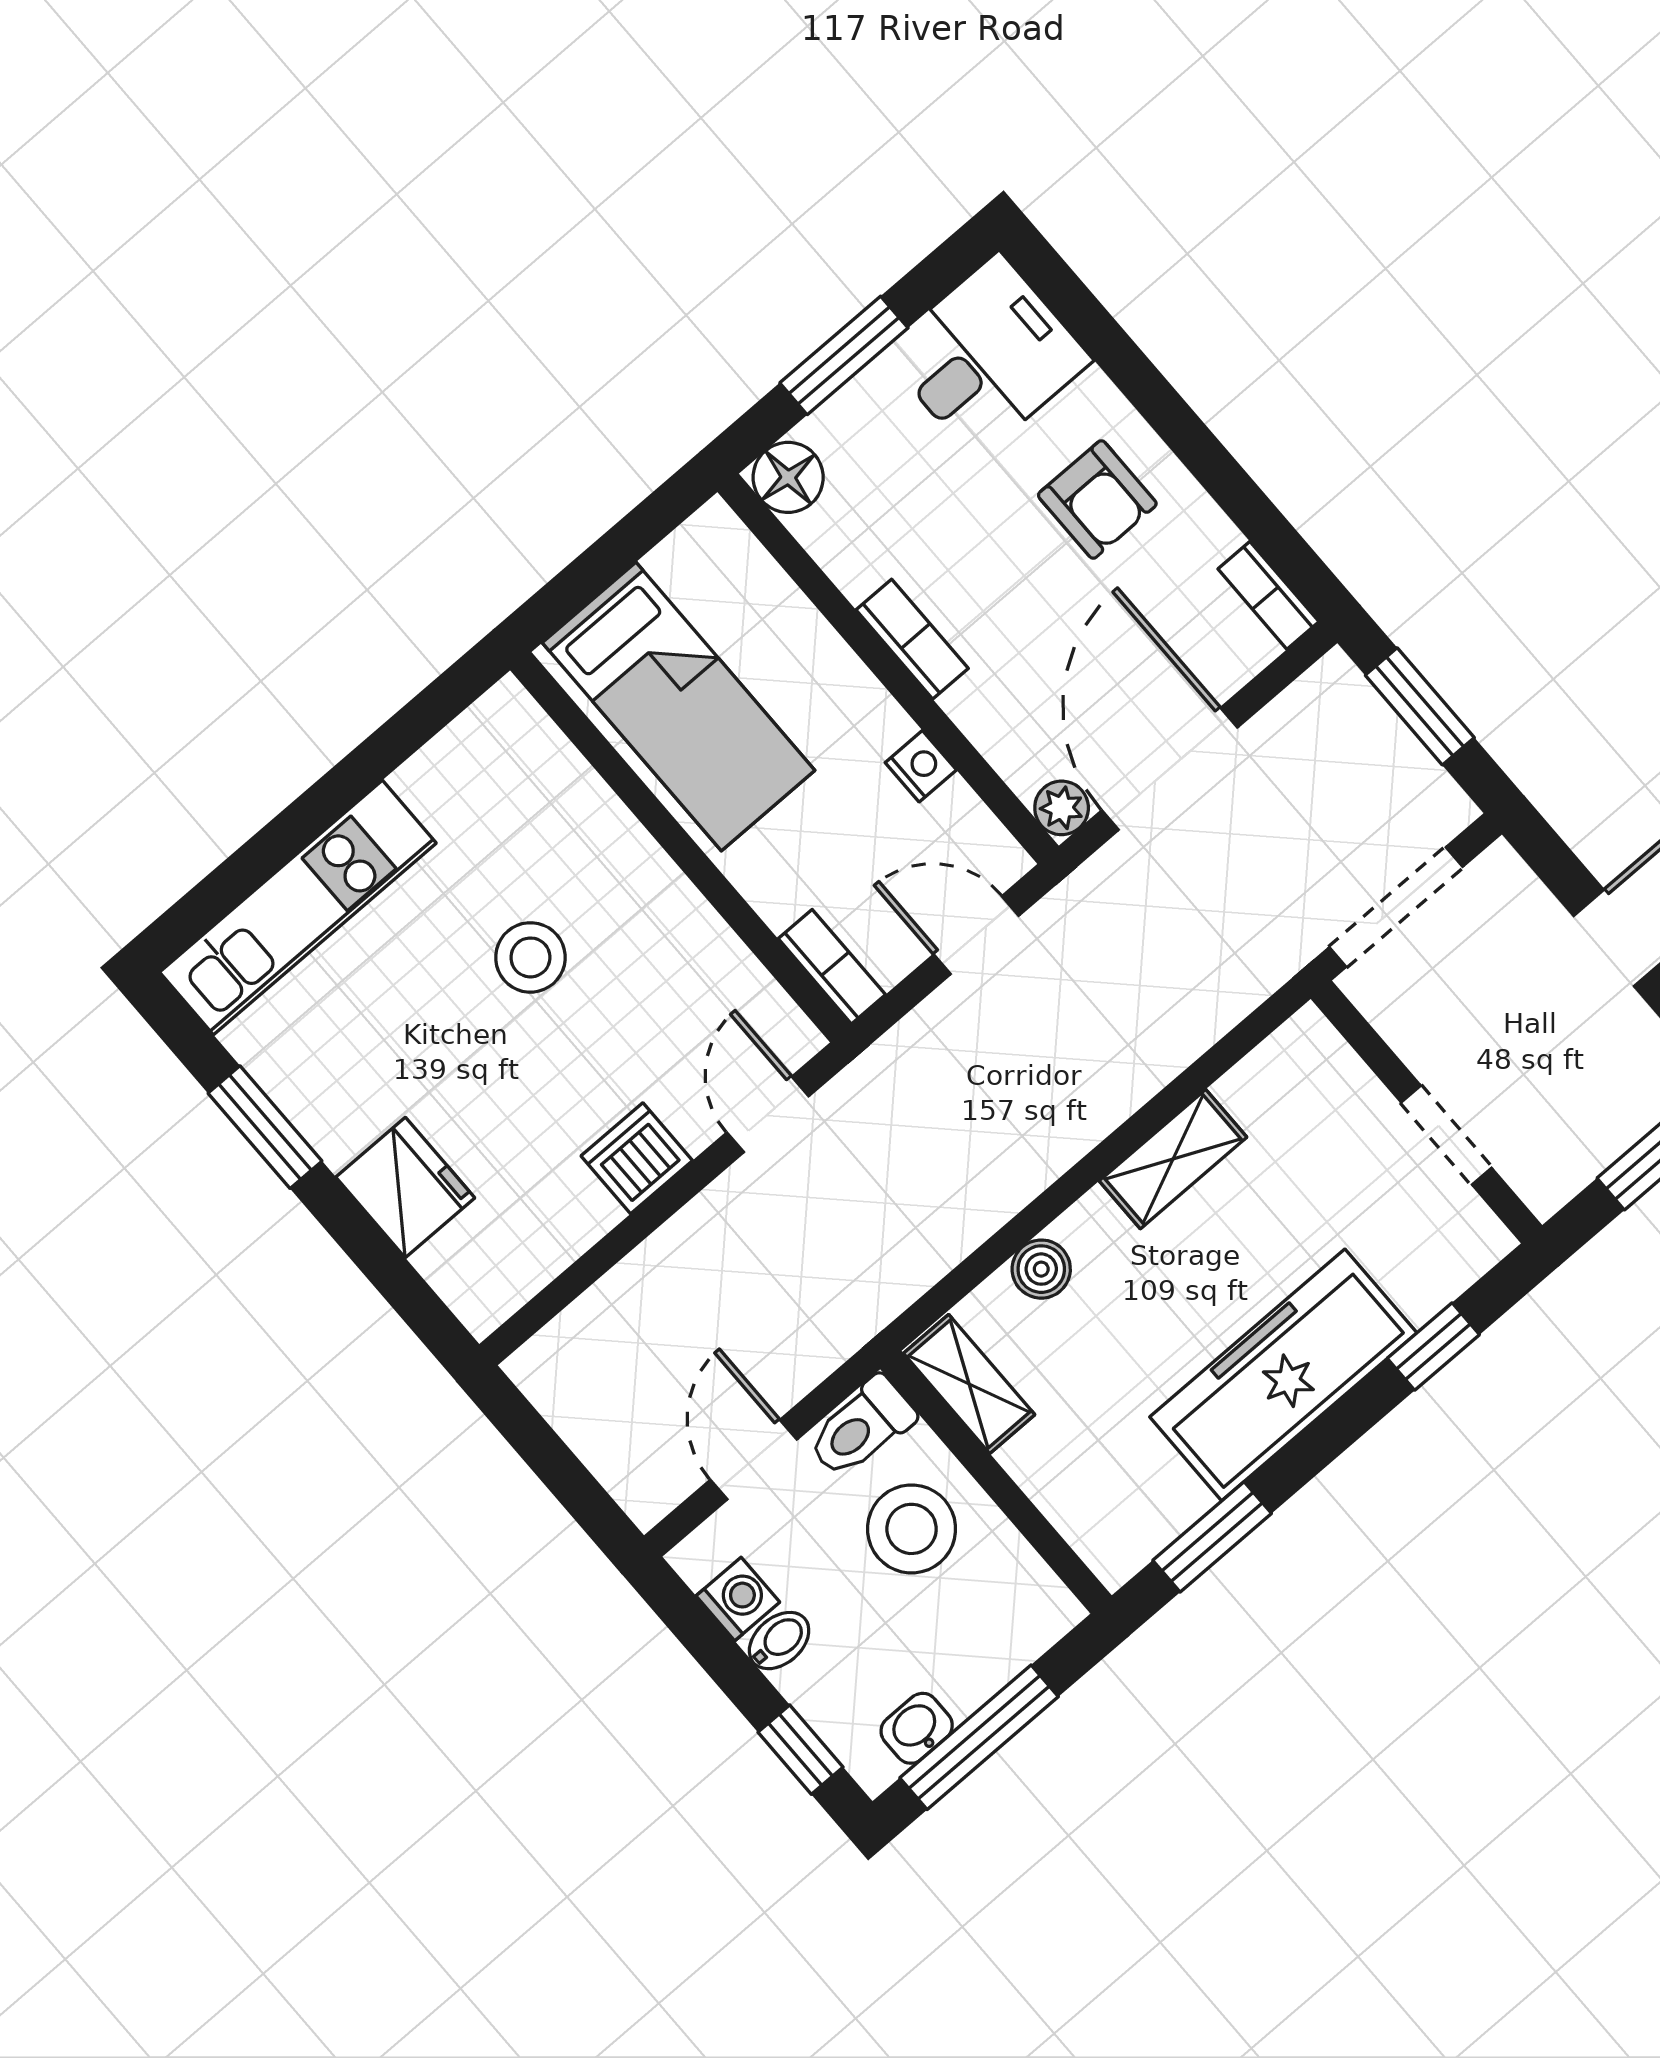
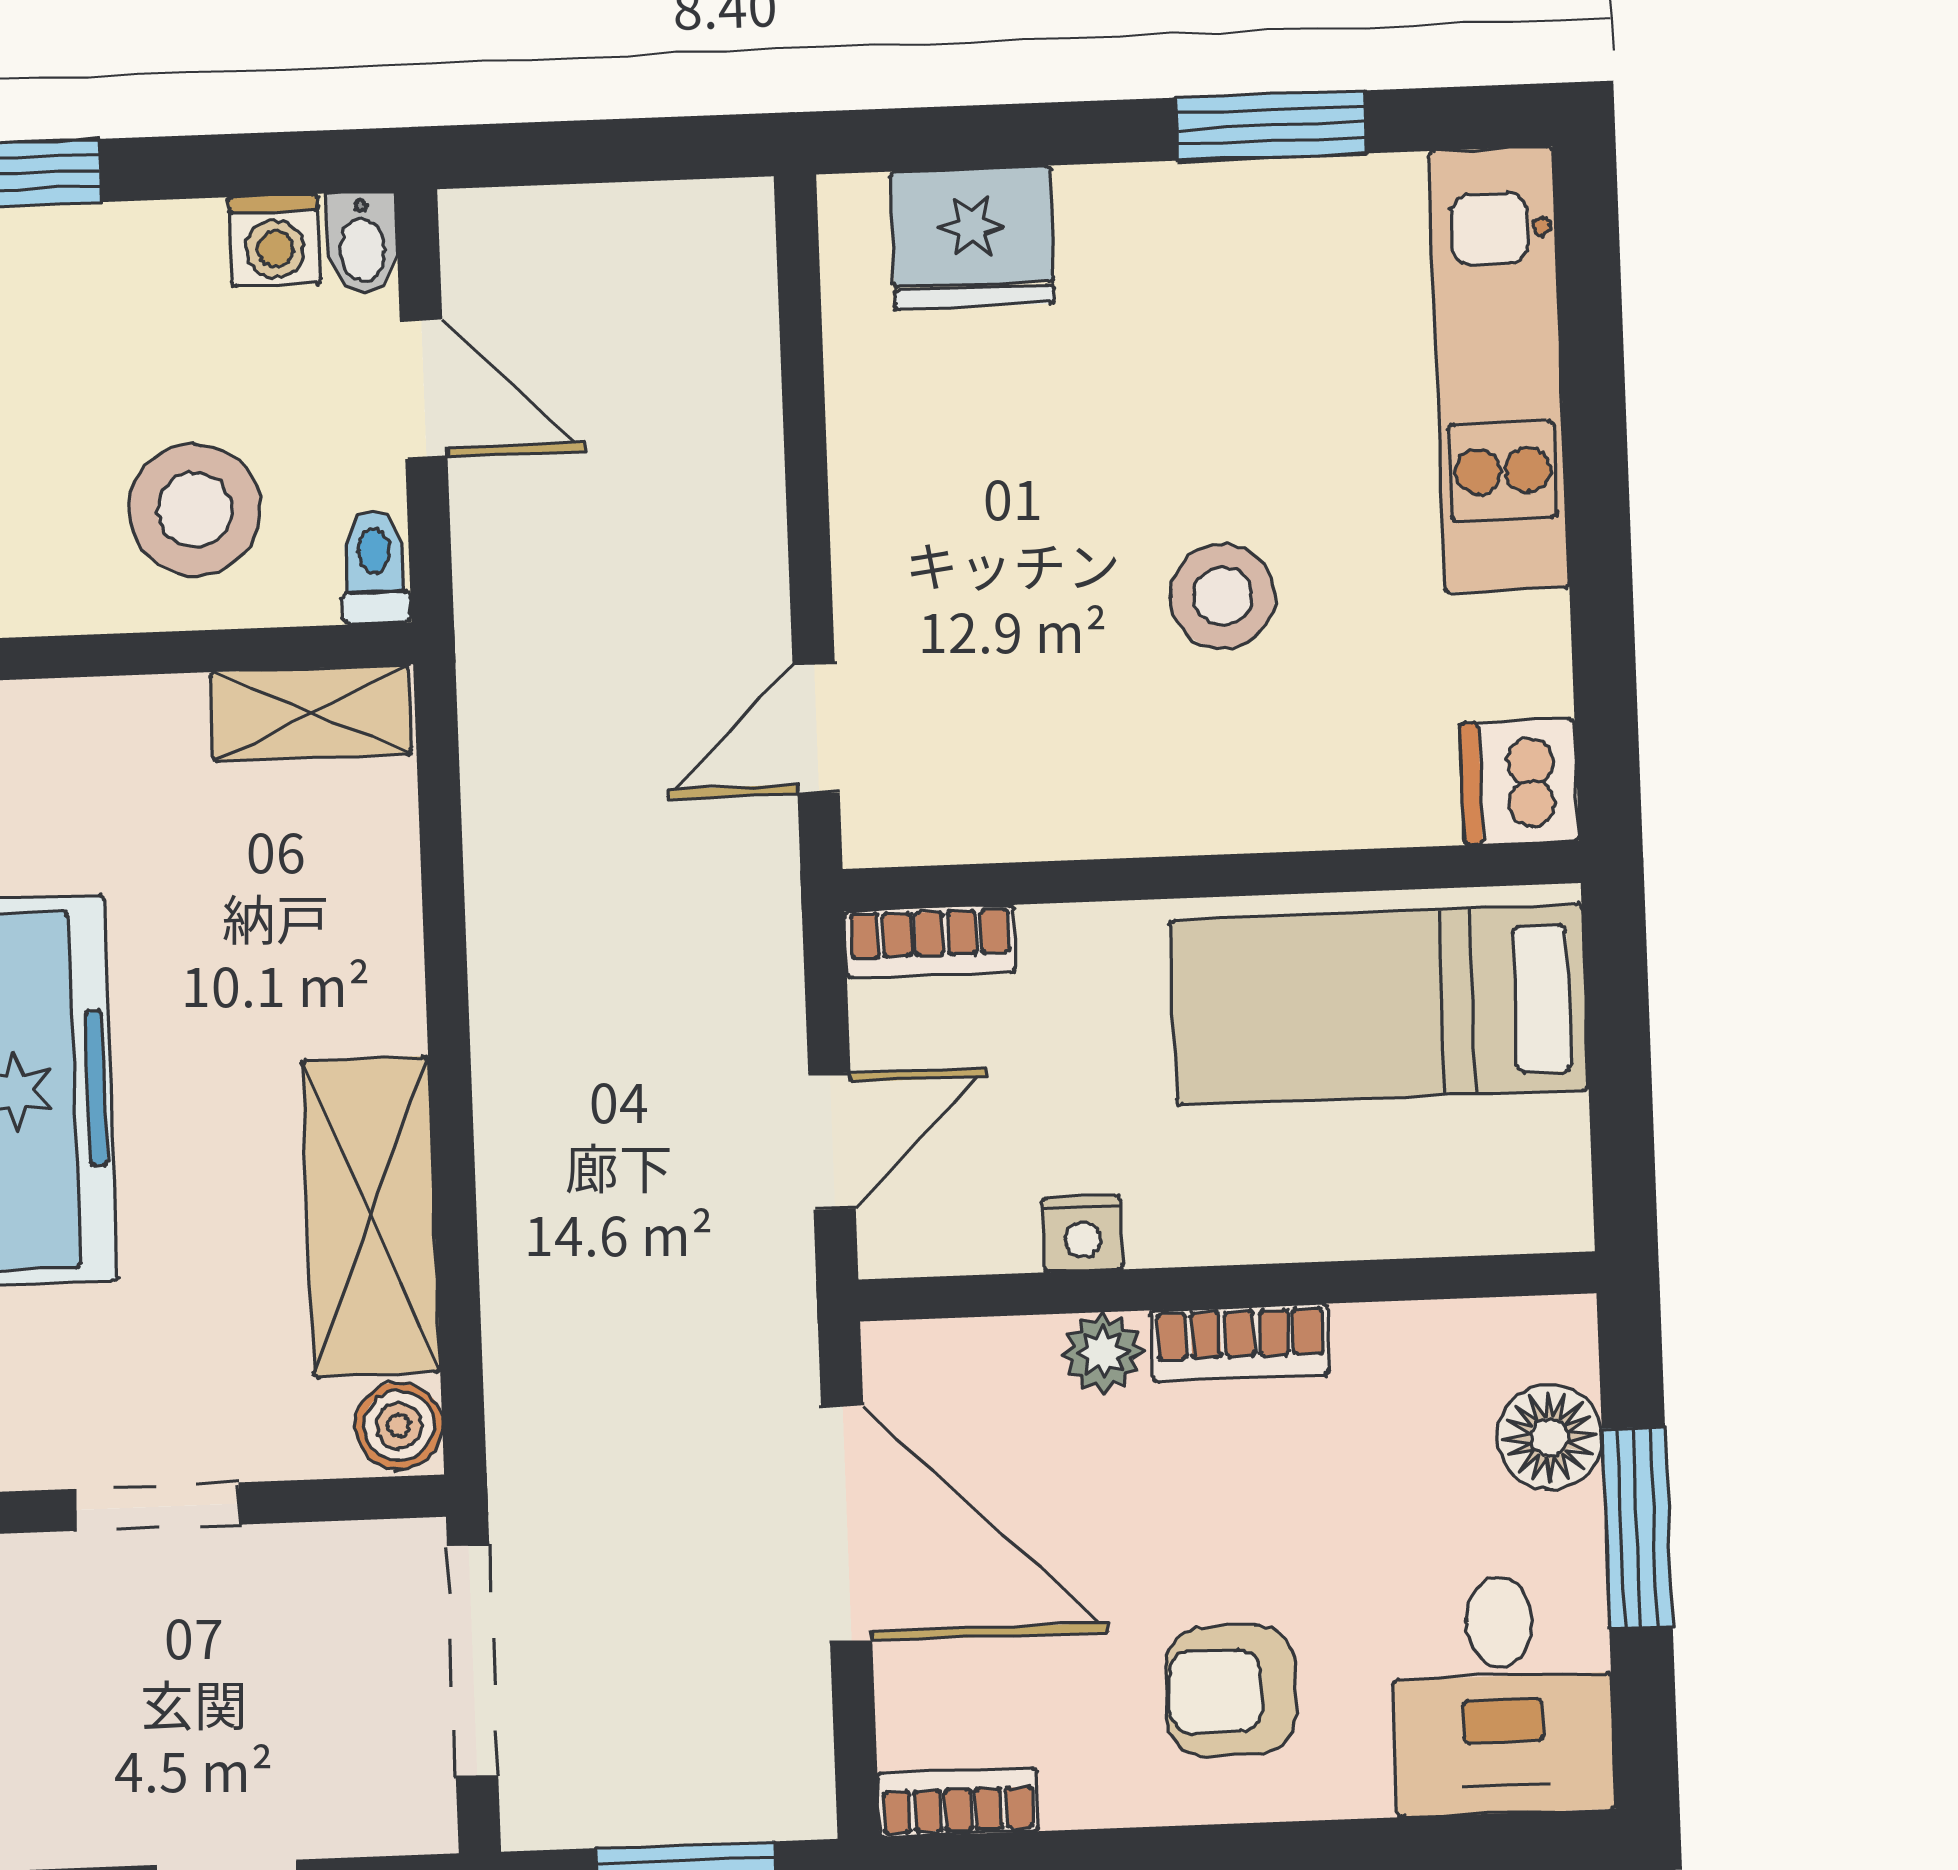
floor lamp: (788, 477) -> (1549, 1437), moved
plant: (1062, 808) -> (1103, 1353), moved
door: (768, 1114) -> (816, 728), swing flipped
dishwasher: (637, 1158) -> (1519, 782), moved, turned 180
shelving: (1173, 1159) -> (371, 1216), width x1.50, depth x1.33
fridge: (405, 1187) -> (972, 238), moved
boiler: (1041, 1269) -> (399, 1426), moved
toilet: (861, 1427) -> (375, 567), width x0.73, depth x0.72
bidet: (779, 1641) -> (362, 243), moved

